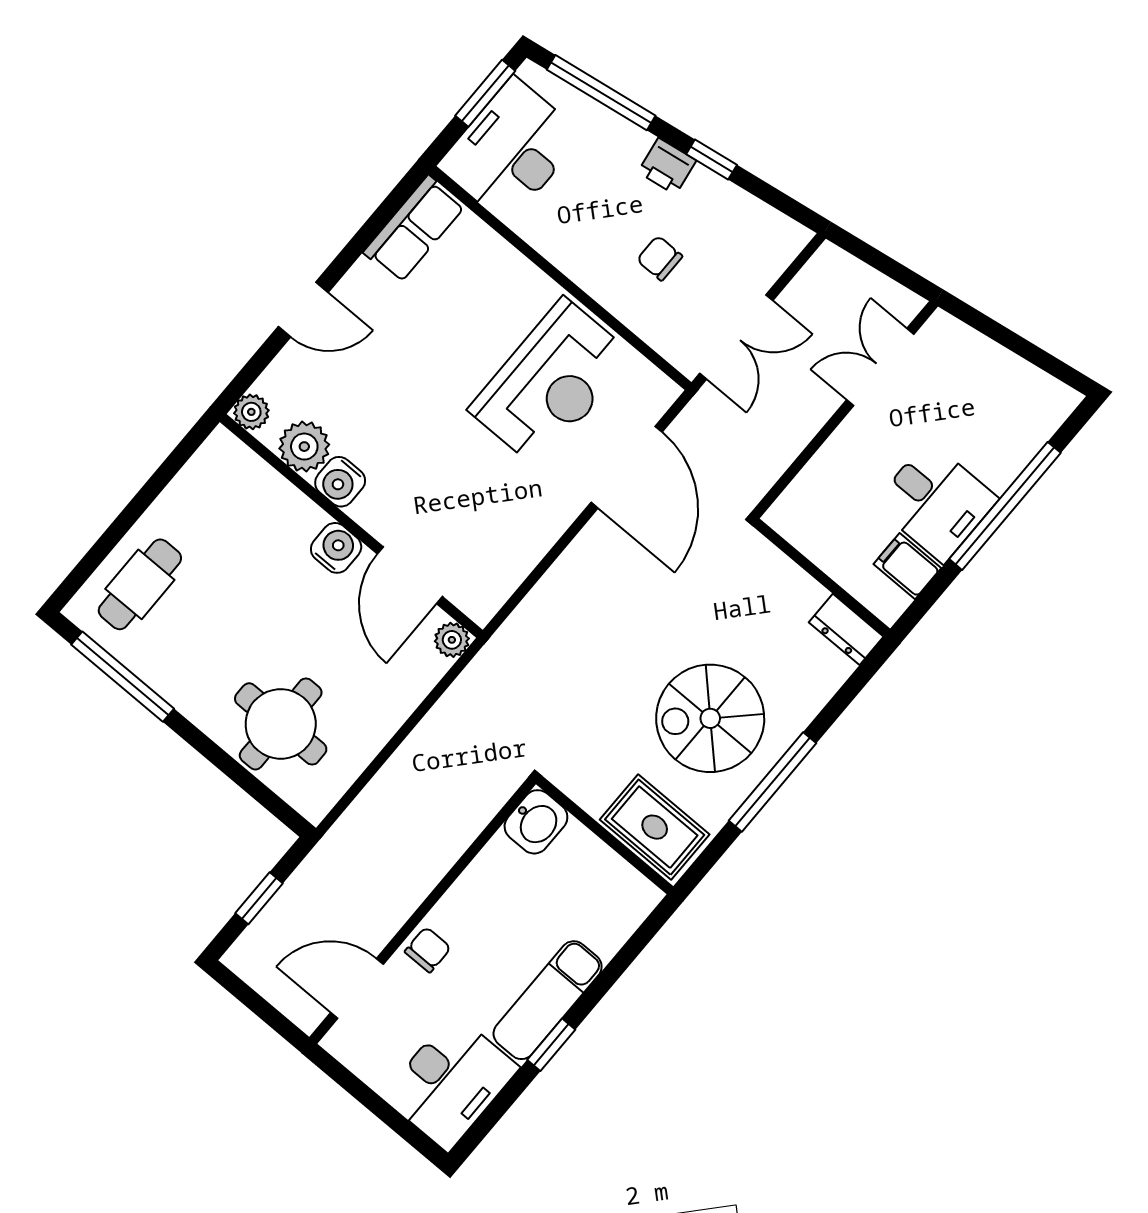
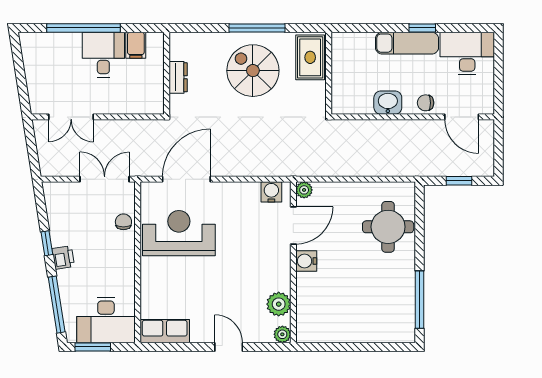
chair: (660, 258) -> (123, 222), moved, turned 180
water cooler: (340, 482) -> (271, 192), moved, turned -90
cafe table: (140, 584) -> (380, 322), removed
dresser: (846, 629) -> (178, 77), moved
spiral stairs: (710, 718) -> (253, 71), turned 180
washbasin: (536, 822) -> (388, 103), moved

